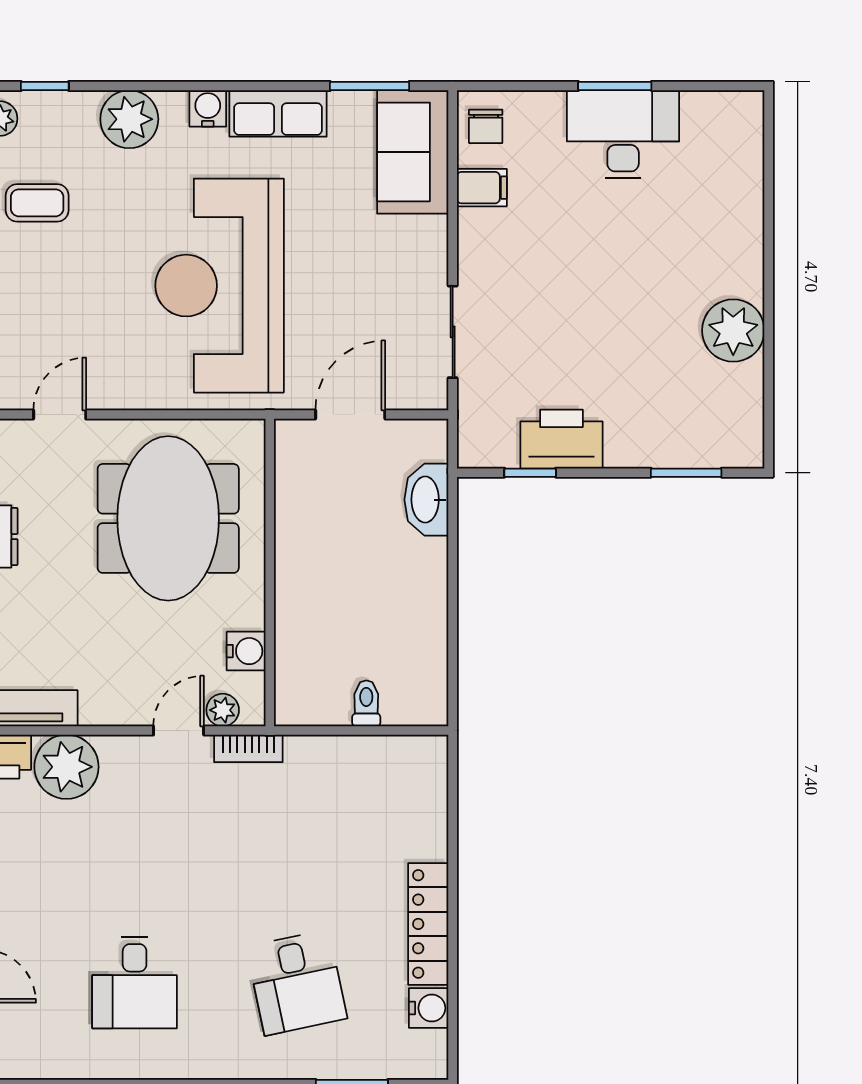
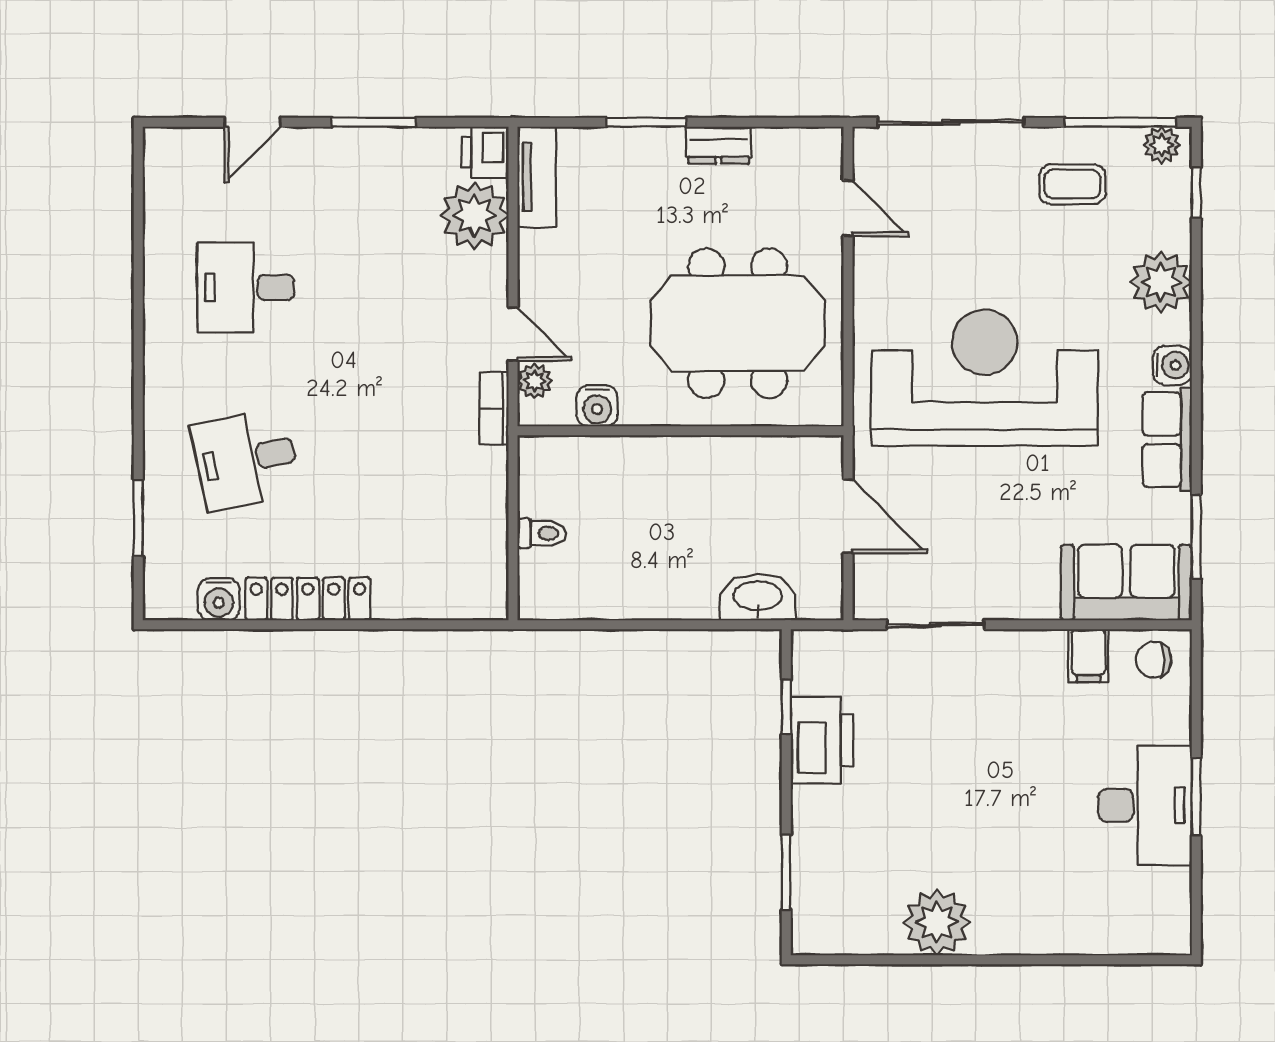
coffee table: (37, 203) -> (1072, 184), turned 90

